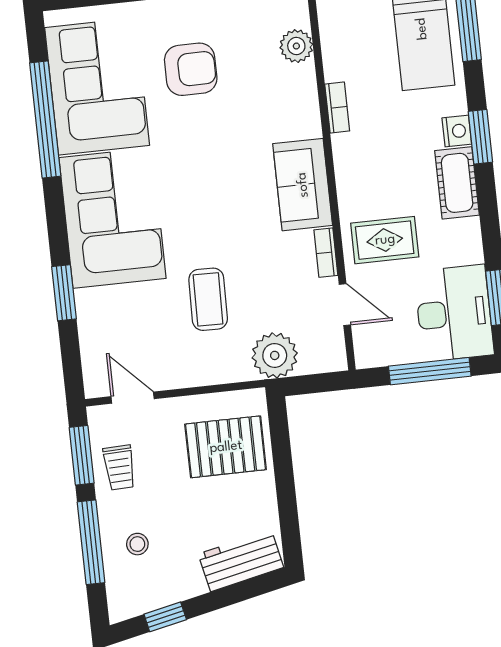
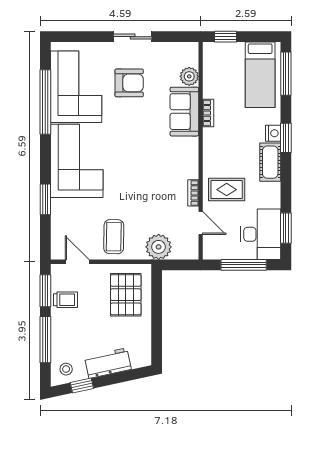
sofa: (303, 185) -> (184, 112), moved
coffee table: (208, 299) -> (114, 237), moved
pallet: (226, 447) -> (126, 295), turned 90
trolley: (119, 467) -> (65, 300), turned -88
stool: (137, 544) -> (66, 369), moved
workbench: (241, 561) -> (108, 363), moved

